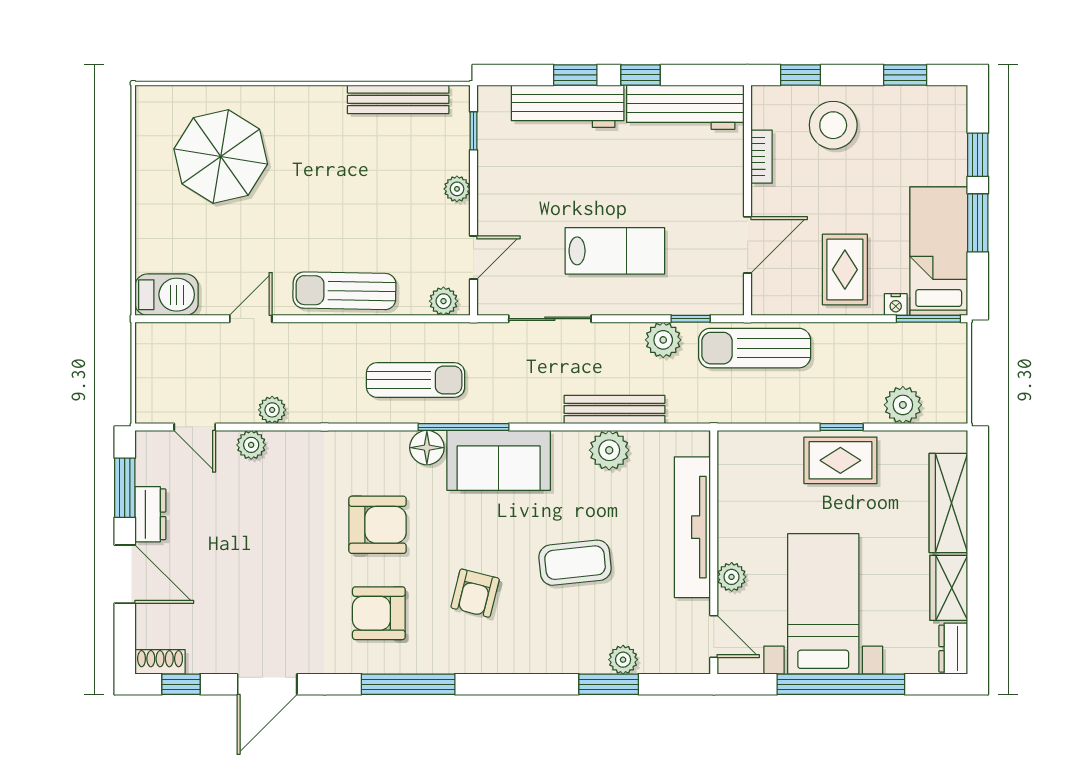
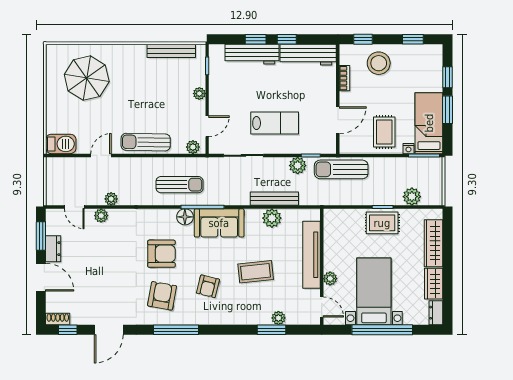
armchair: (379, 613) -> (162, 296), turned 100

